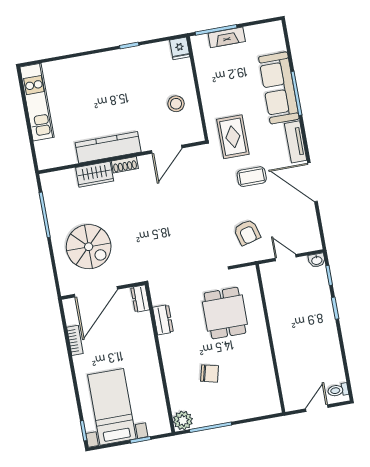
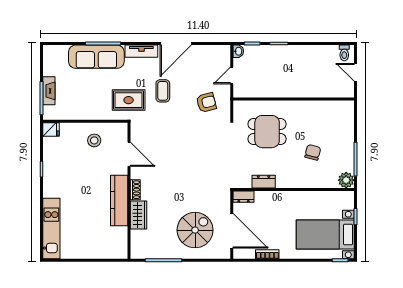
kitchen unit: (37, 102) -> (51, 229), moved, turned 90

